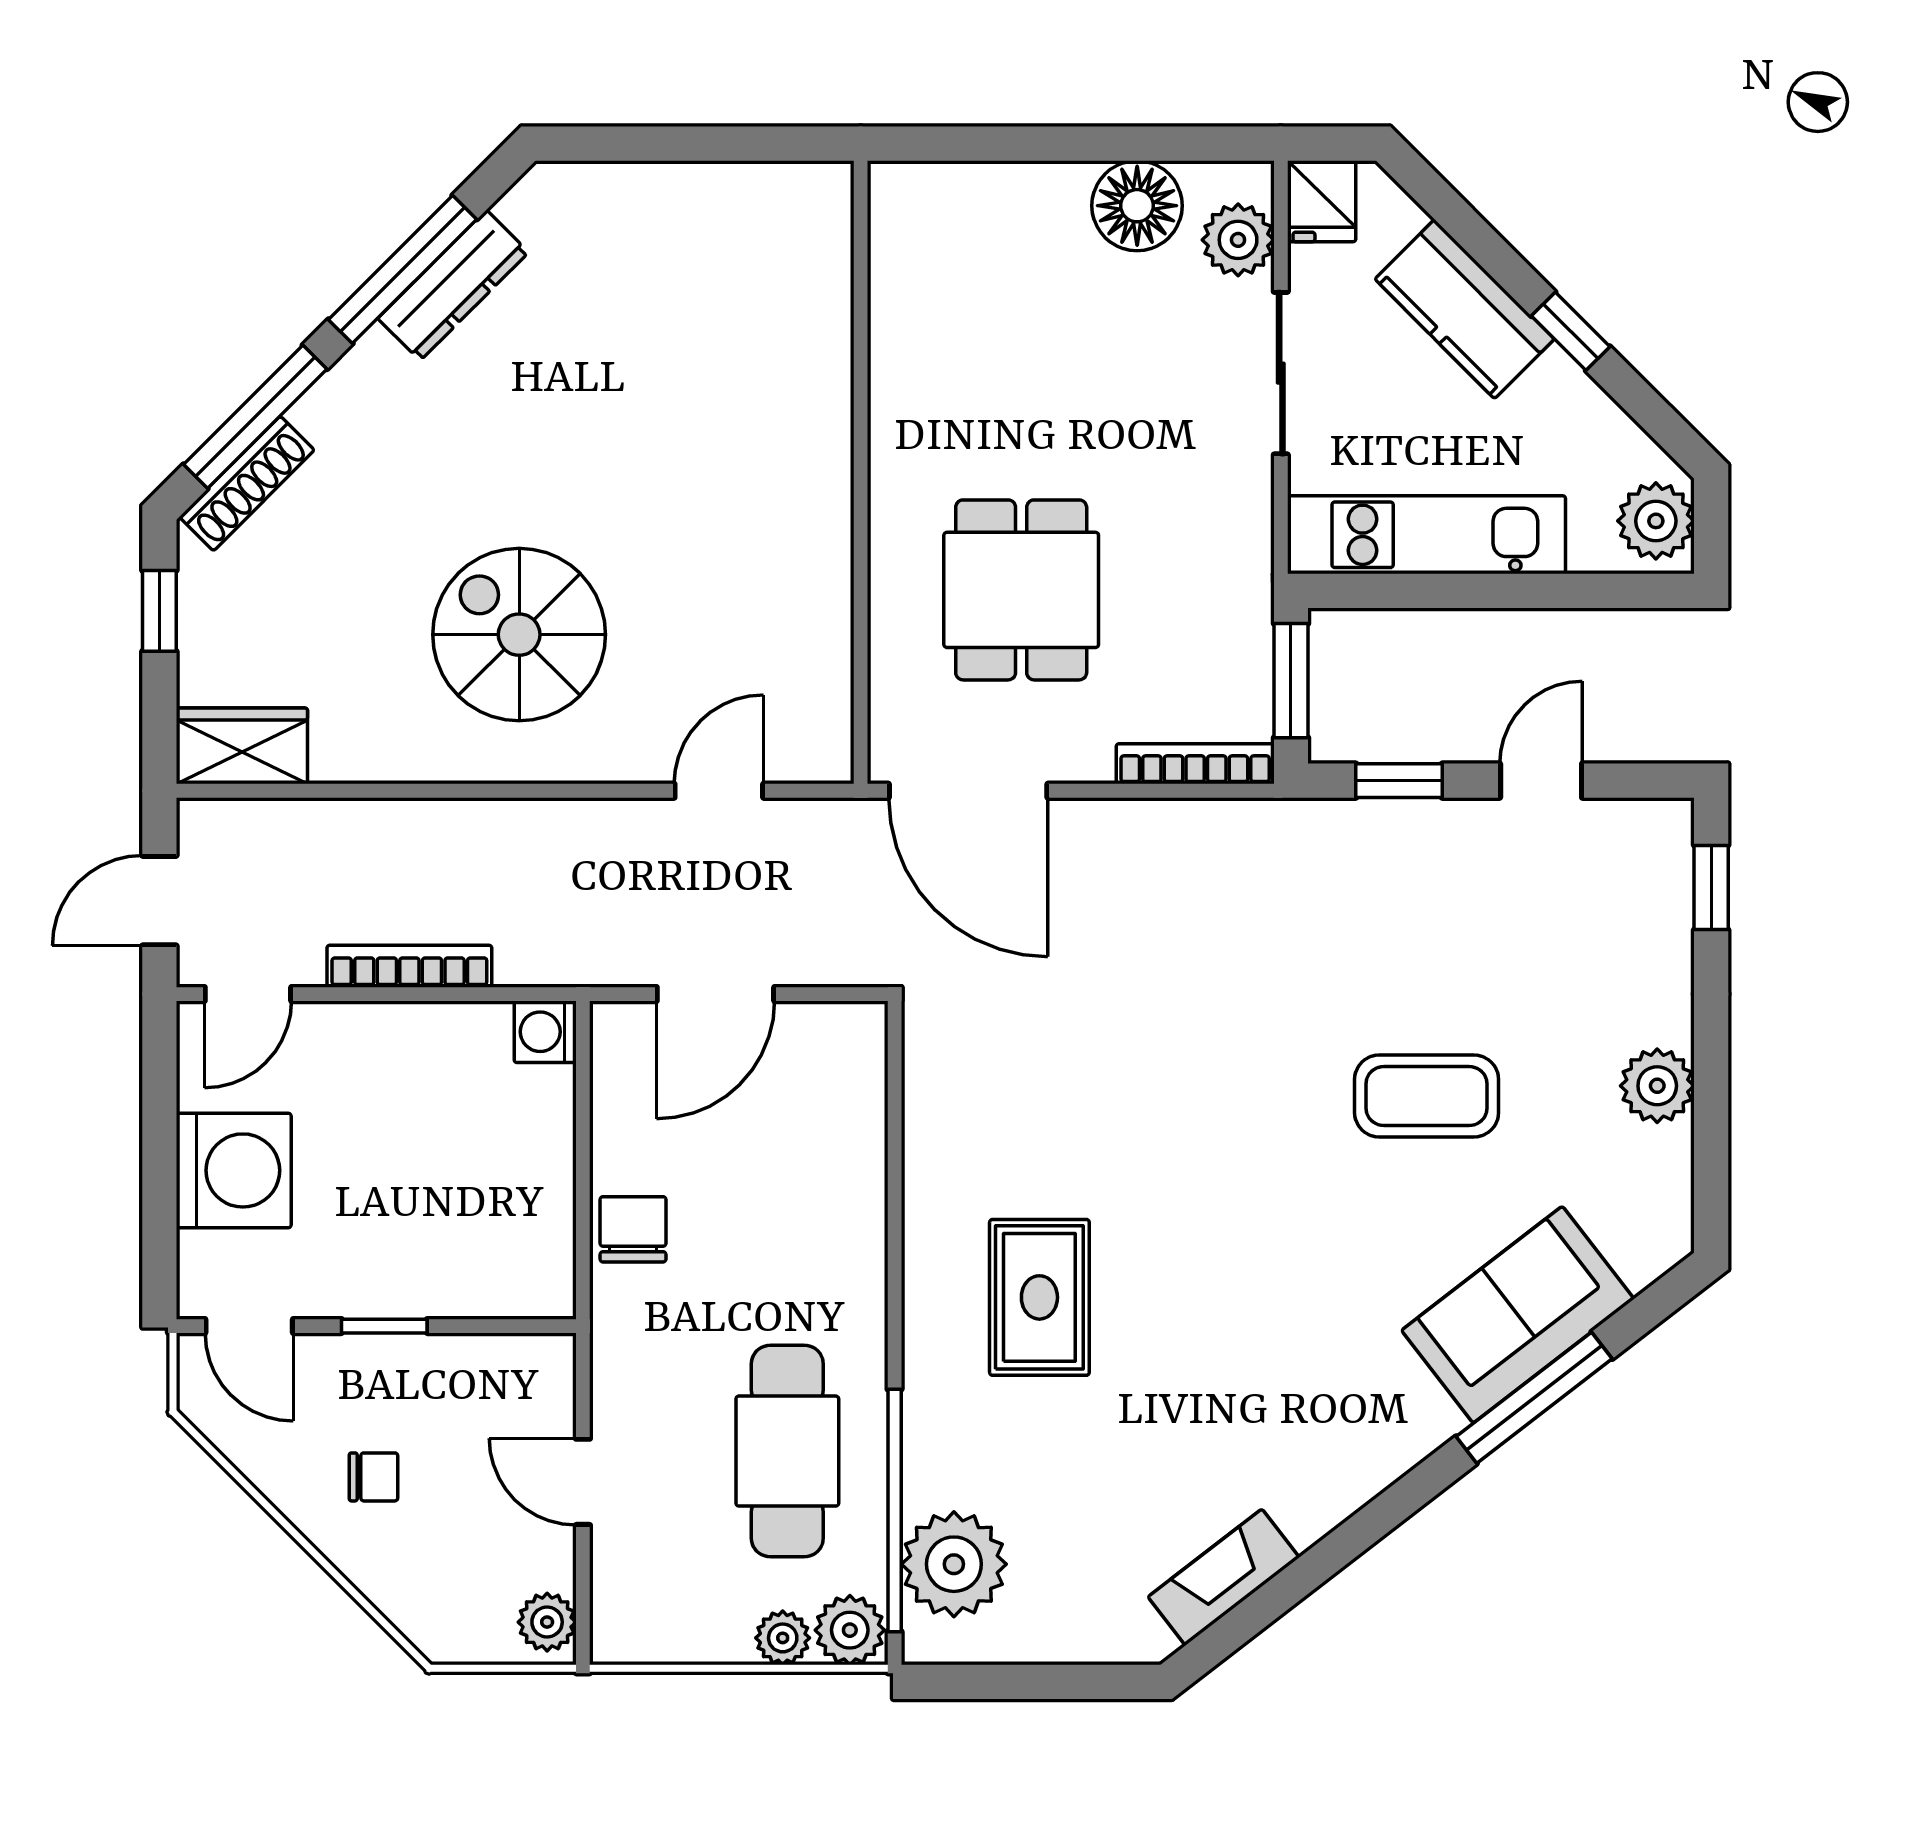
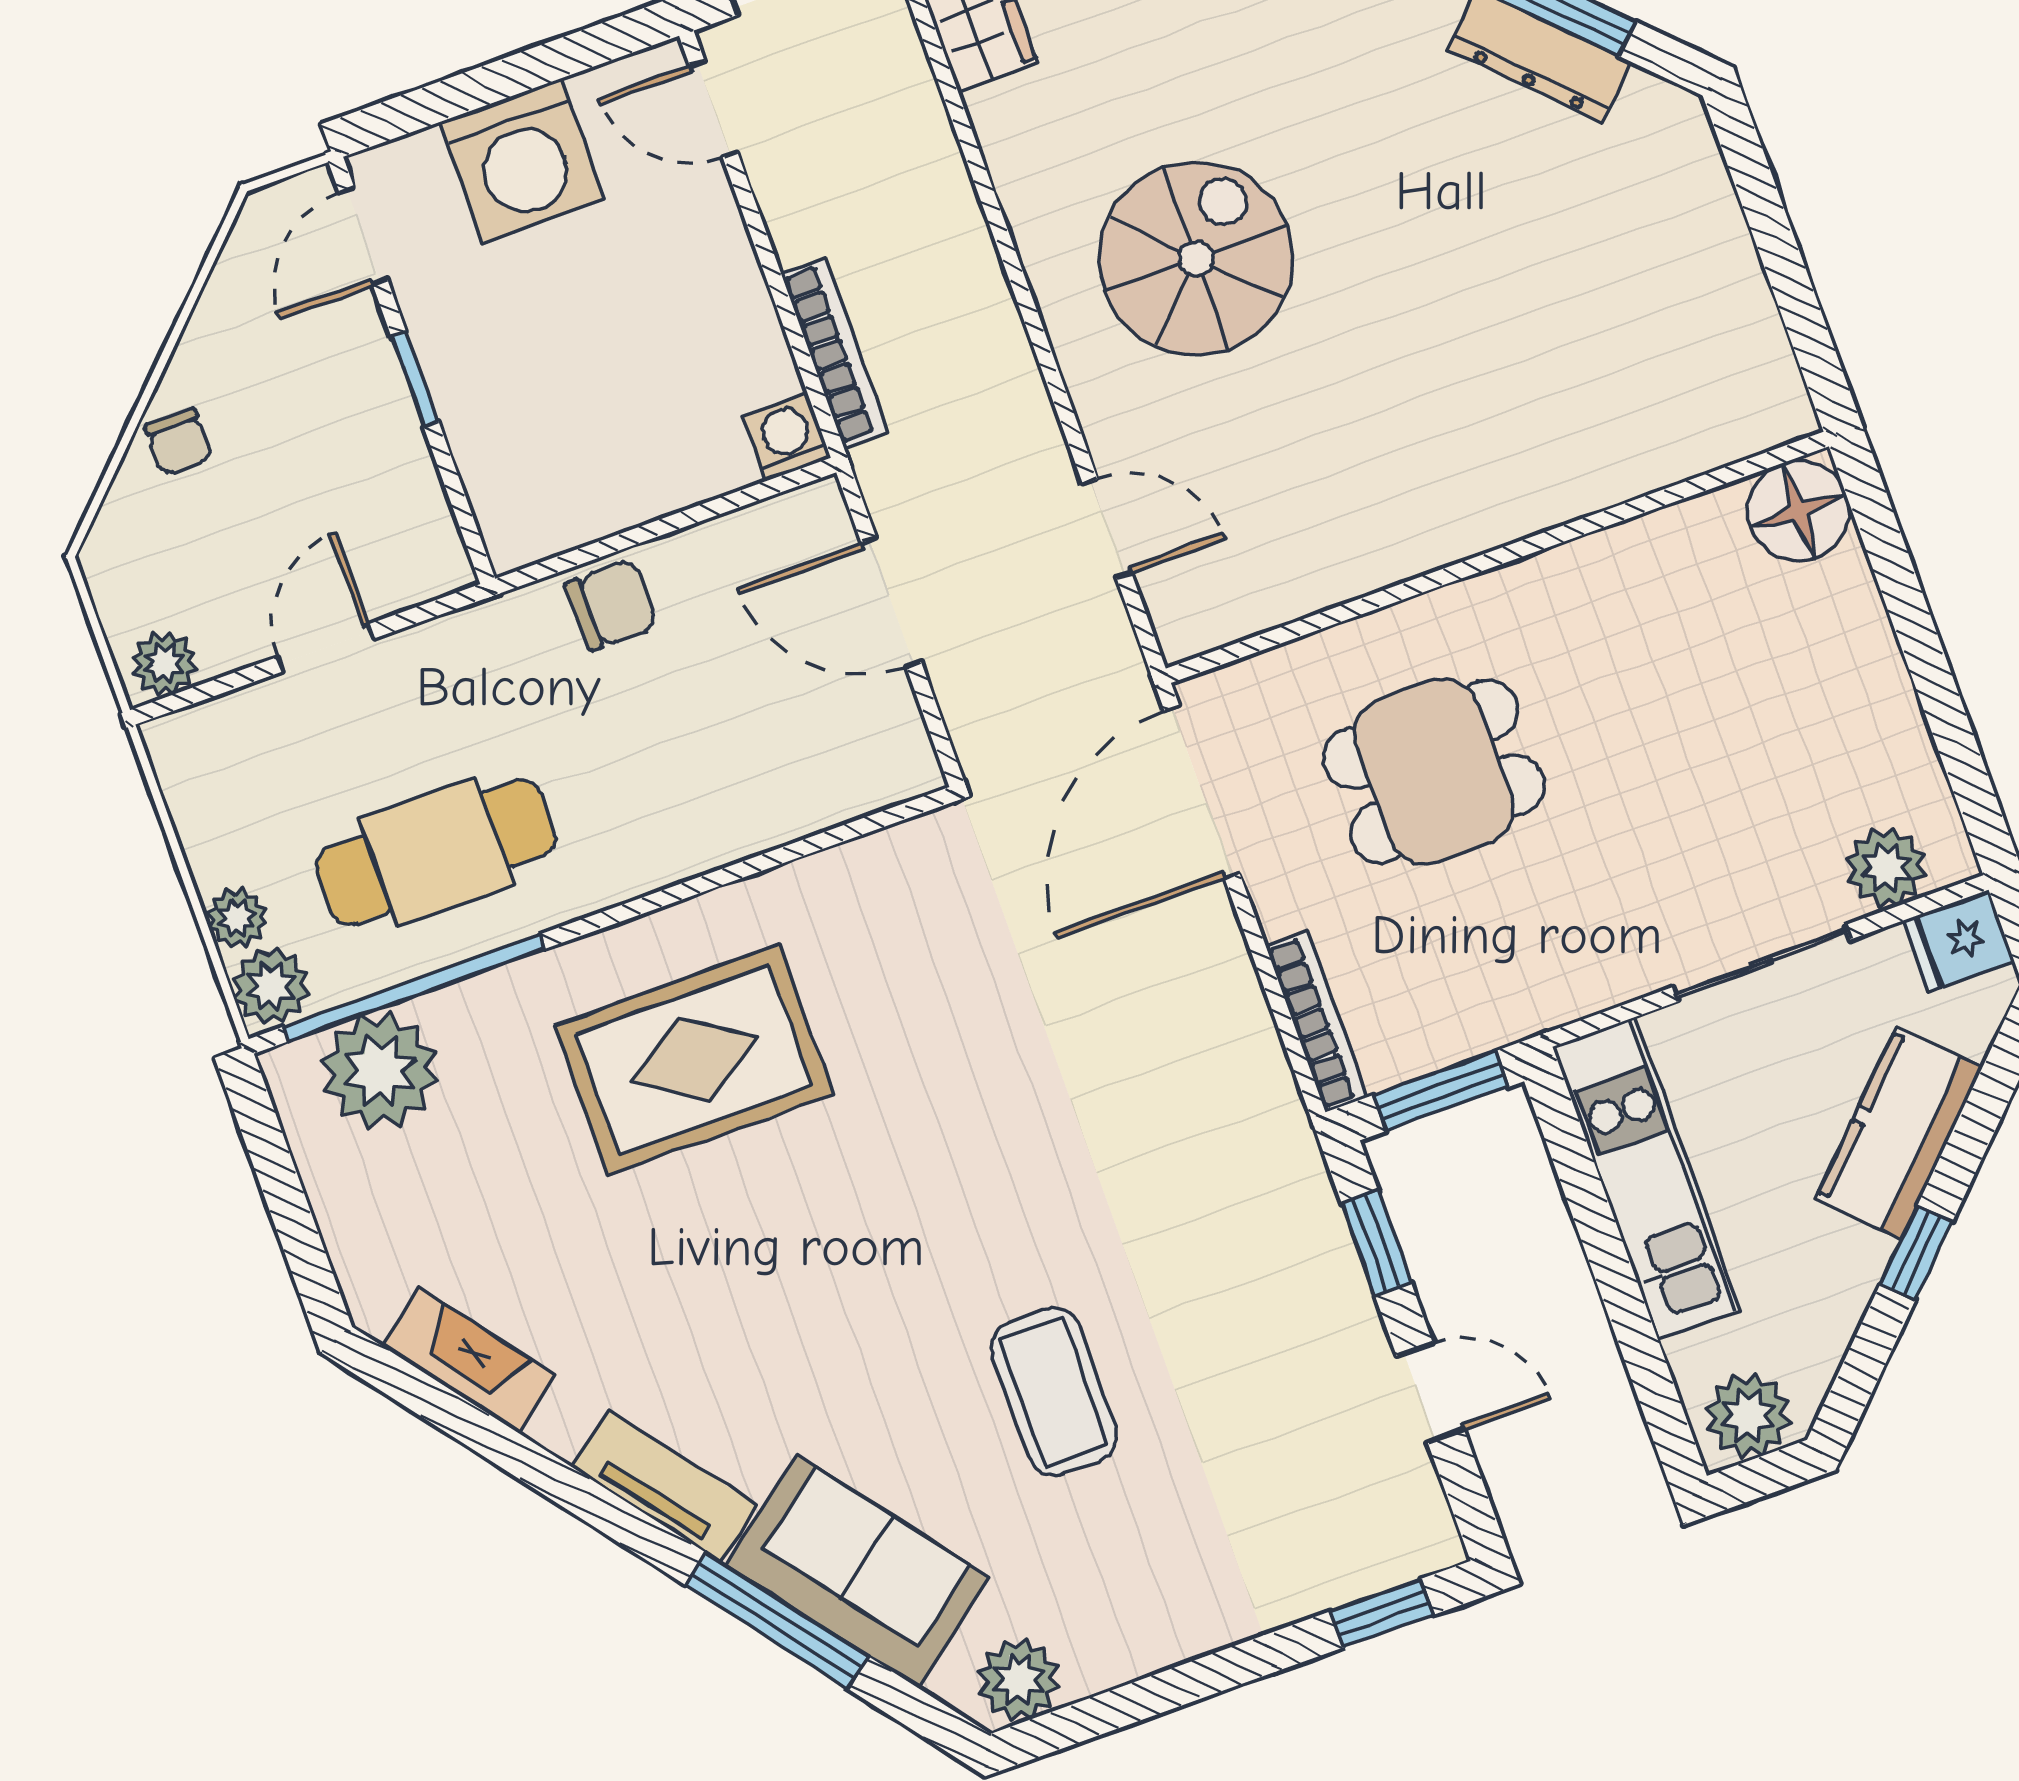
floor lamp: (1137, 206) -> (1798, 511), moved
bookcase: (409, 966) -> (835, 353), moved
plant: (1657, 1086) -> (1019, 1680), moved
rug: (1039, 1297) -> (694, 1060), width x1.36, depth x1.43
tv unit: (1388, 1451) -> (664, 1486), added
chair: (373, 1477) -> (178, 442), moved

